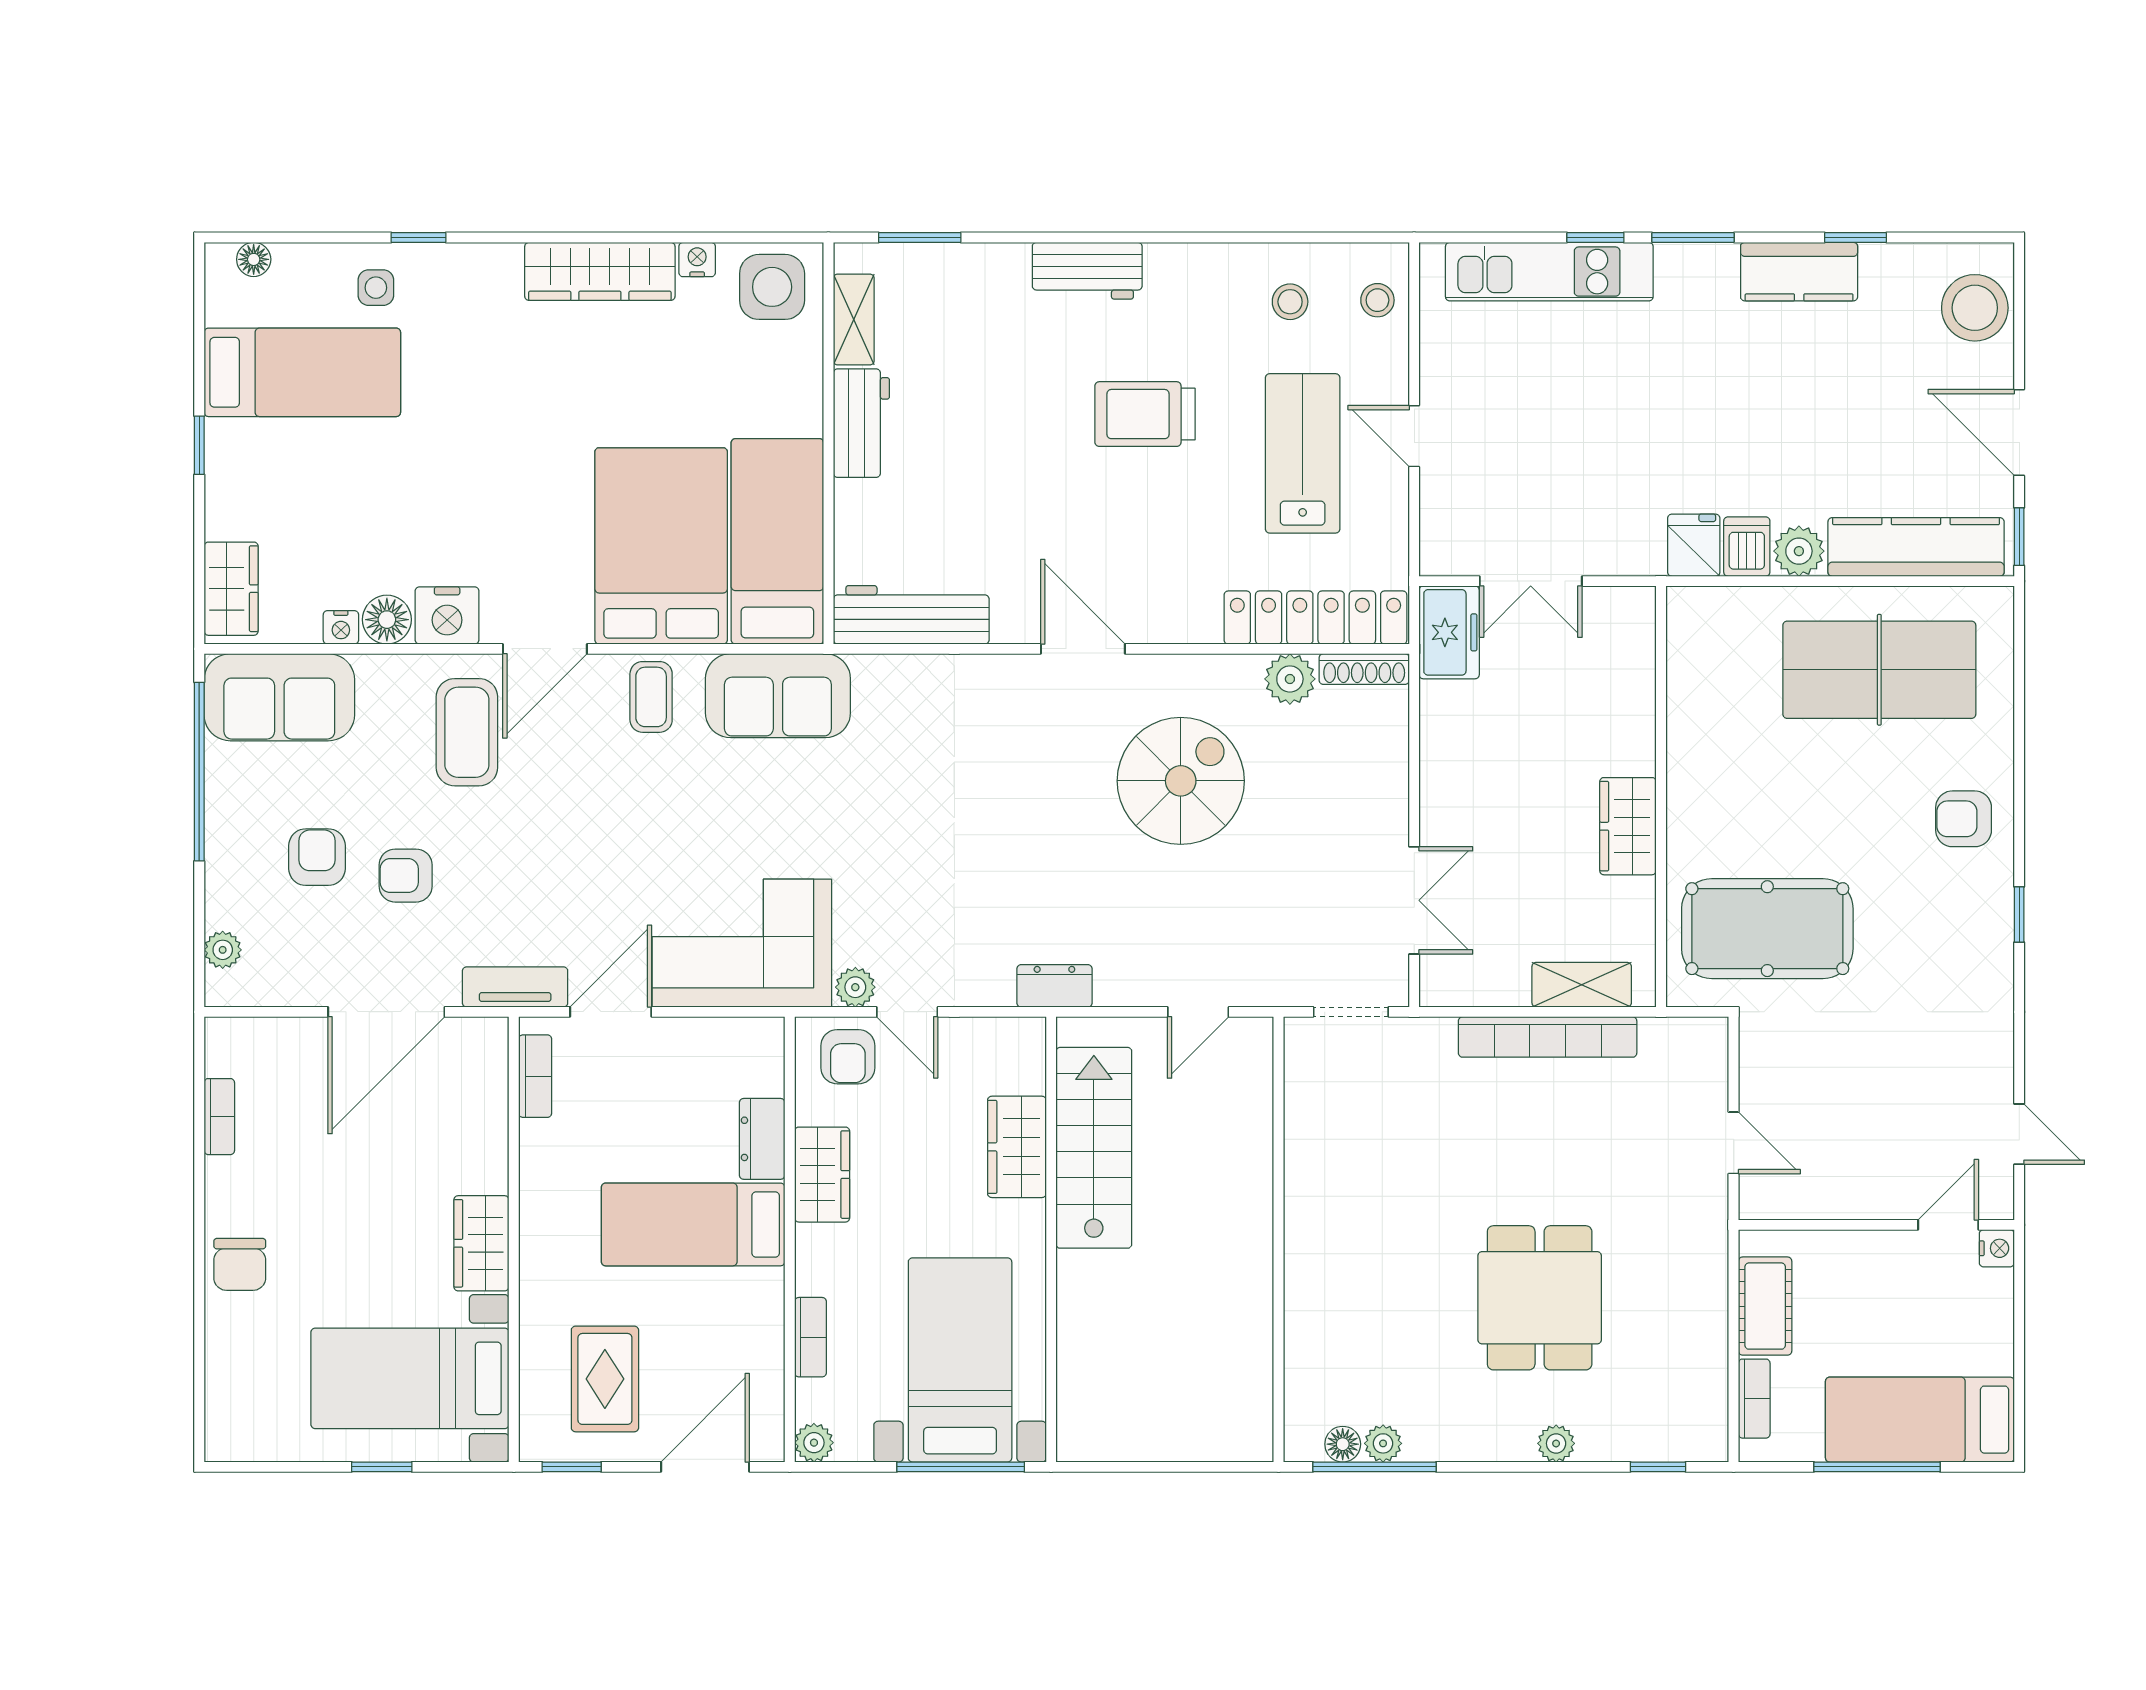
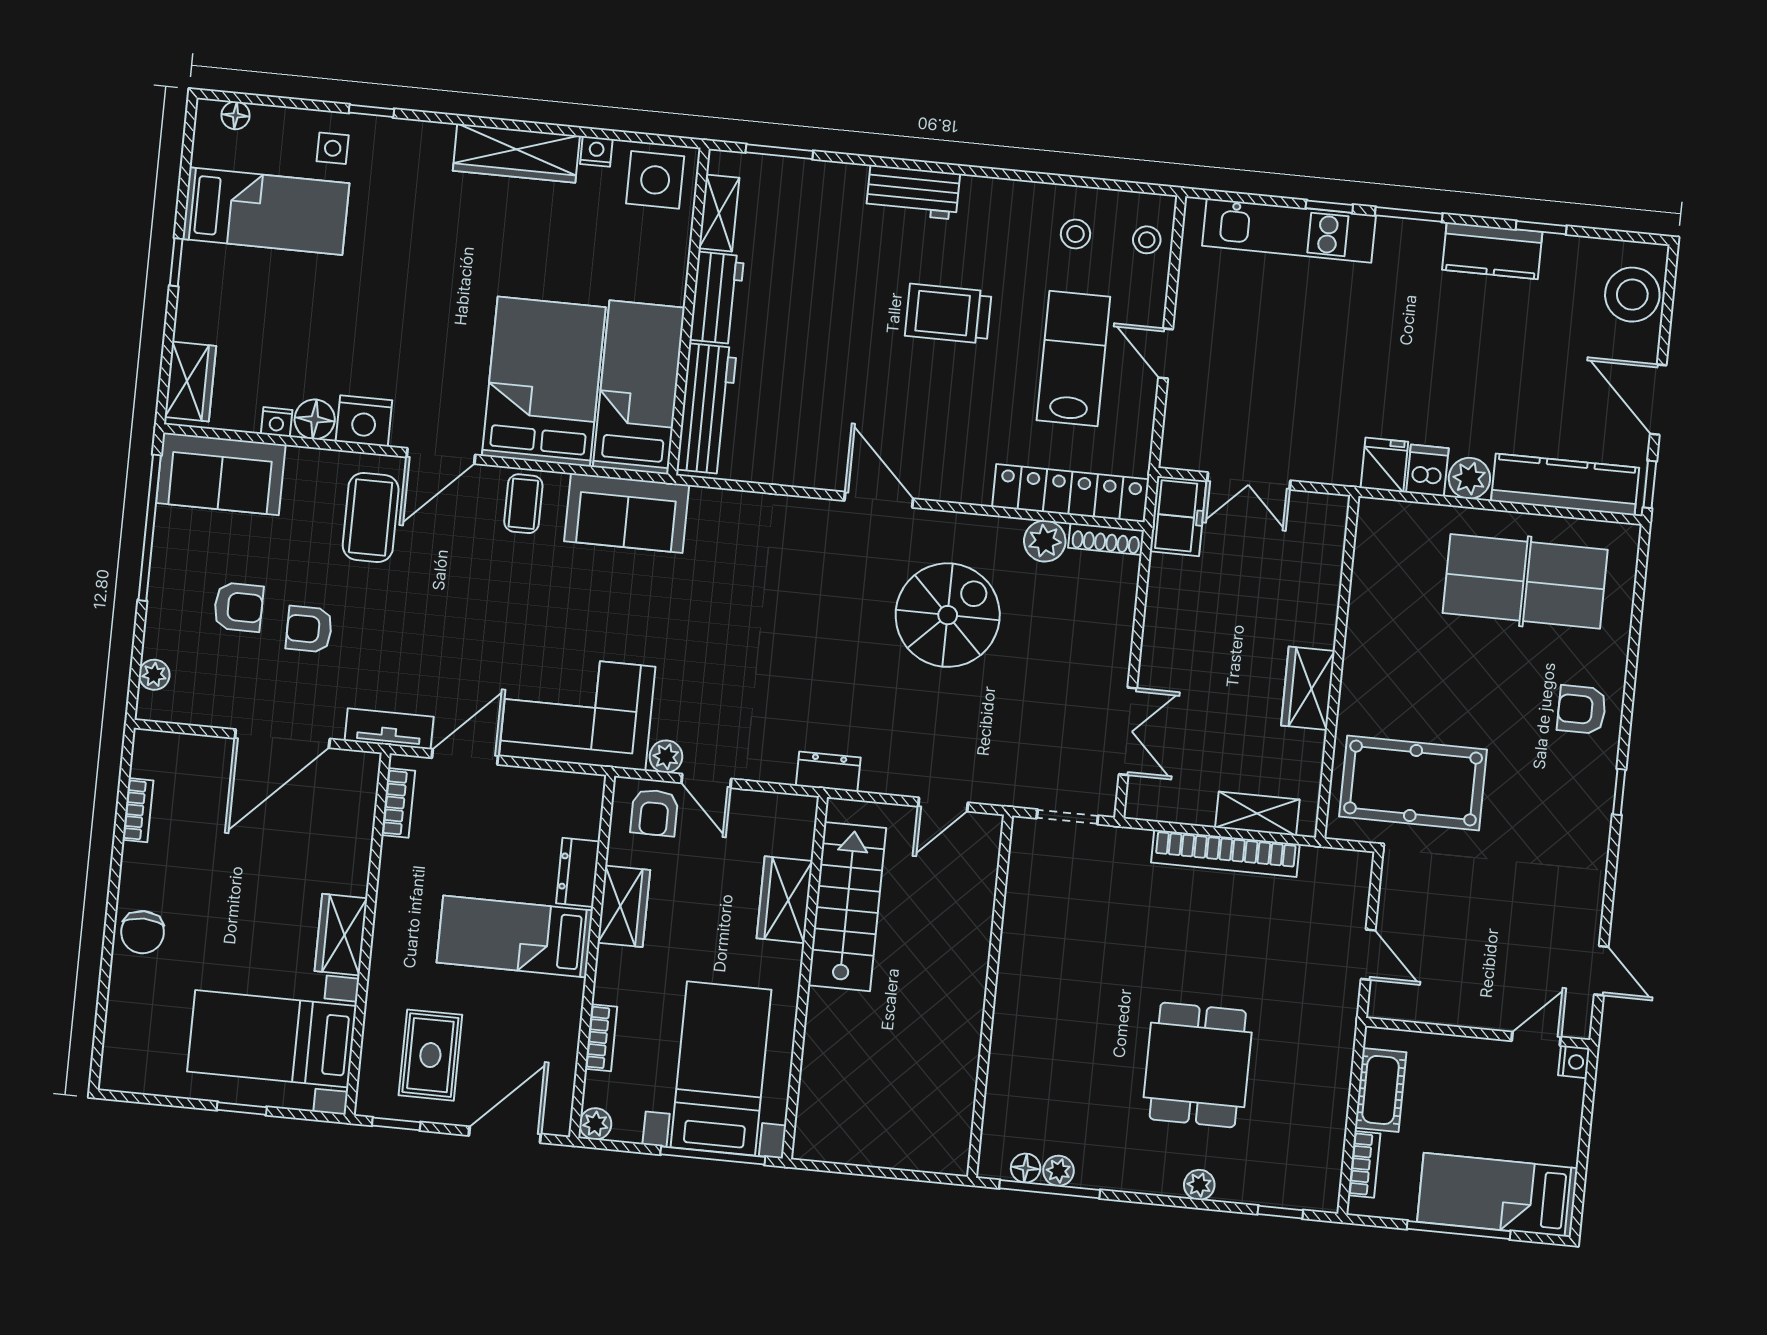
workbench: (911, 615) -> (707, 409), moved, turned 90
armchair: (317, 857) -> (238, 607), turned 90

